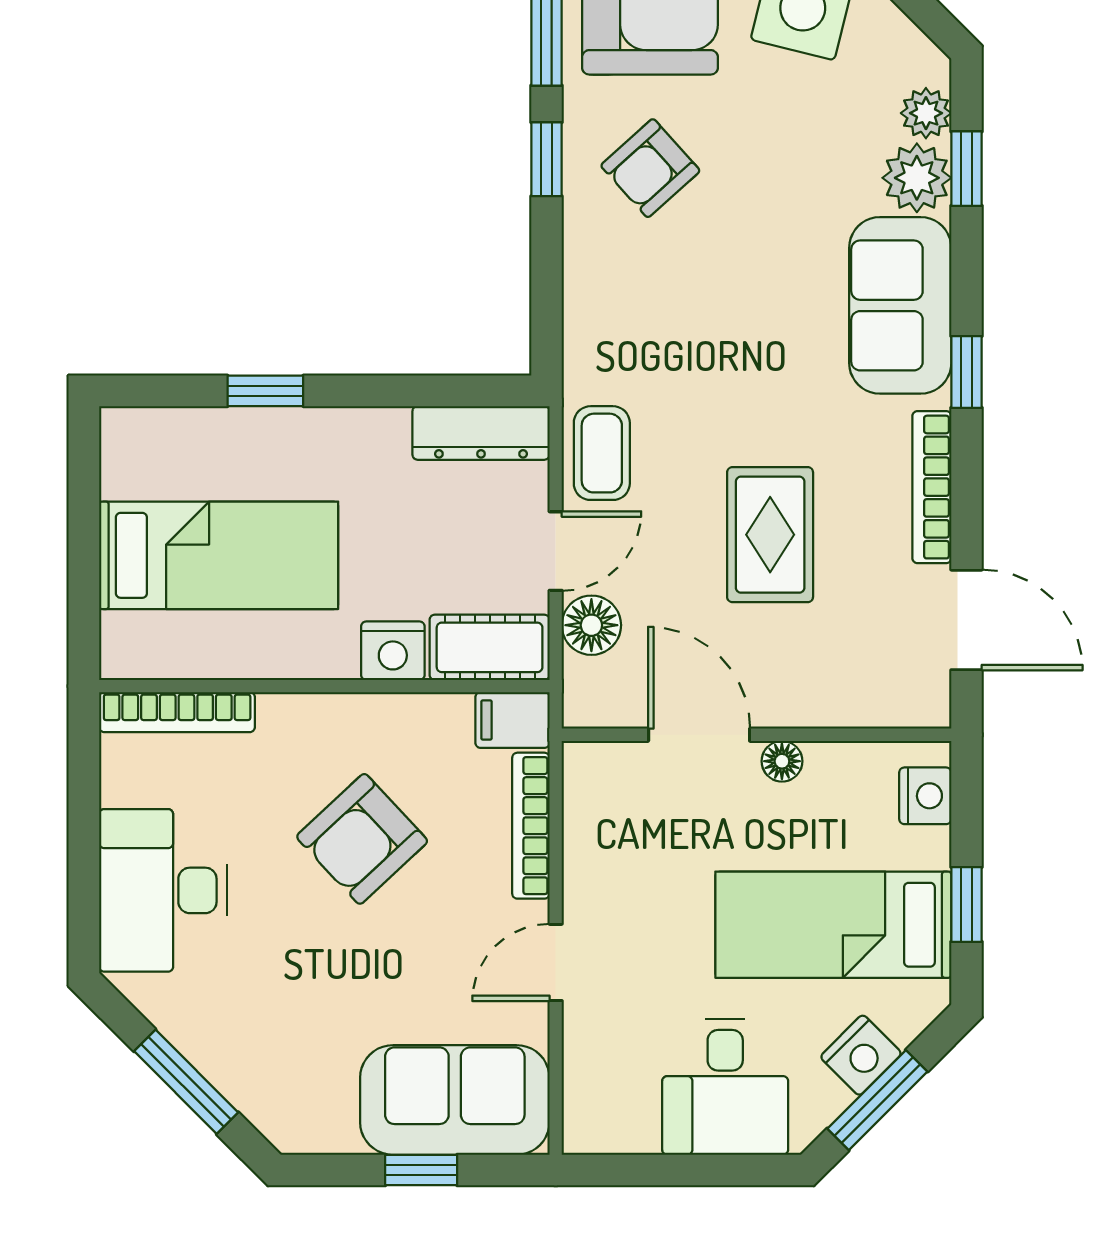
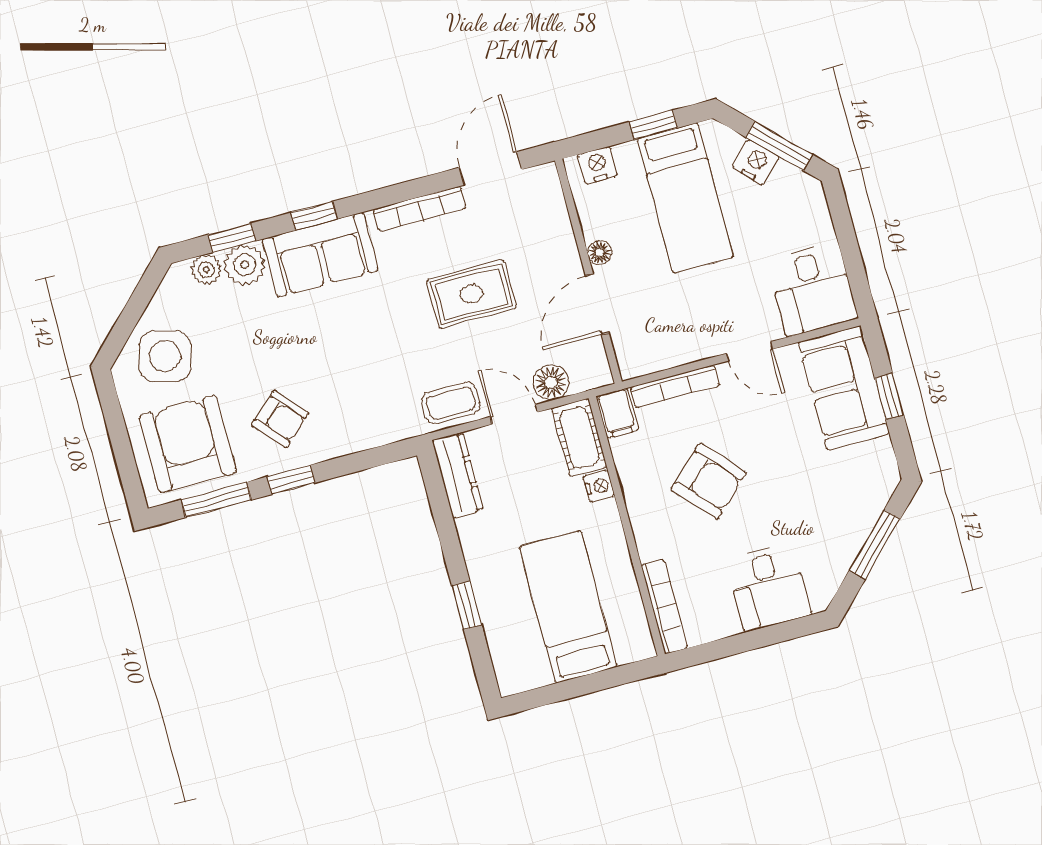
window: (967, 372) -> (314, 216), moved
nightstand: (393, 651) -> (599, 486), width x0.72, depth x0.74
desk: (163, 890) -> (769, 587), width x0.73
desk: (725, 1087) -> (812, 289), moved, turned 90

